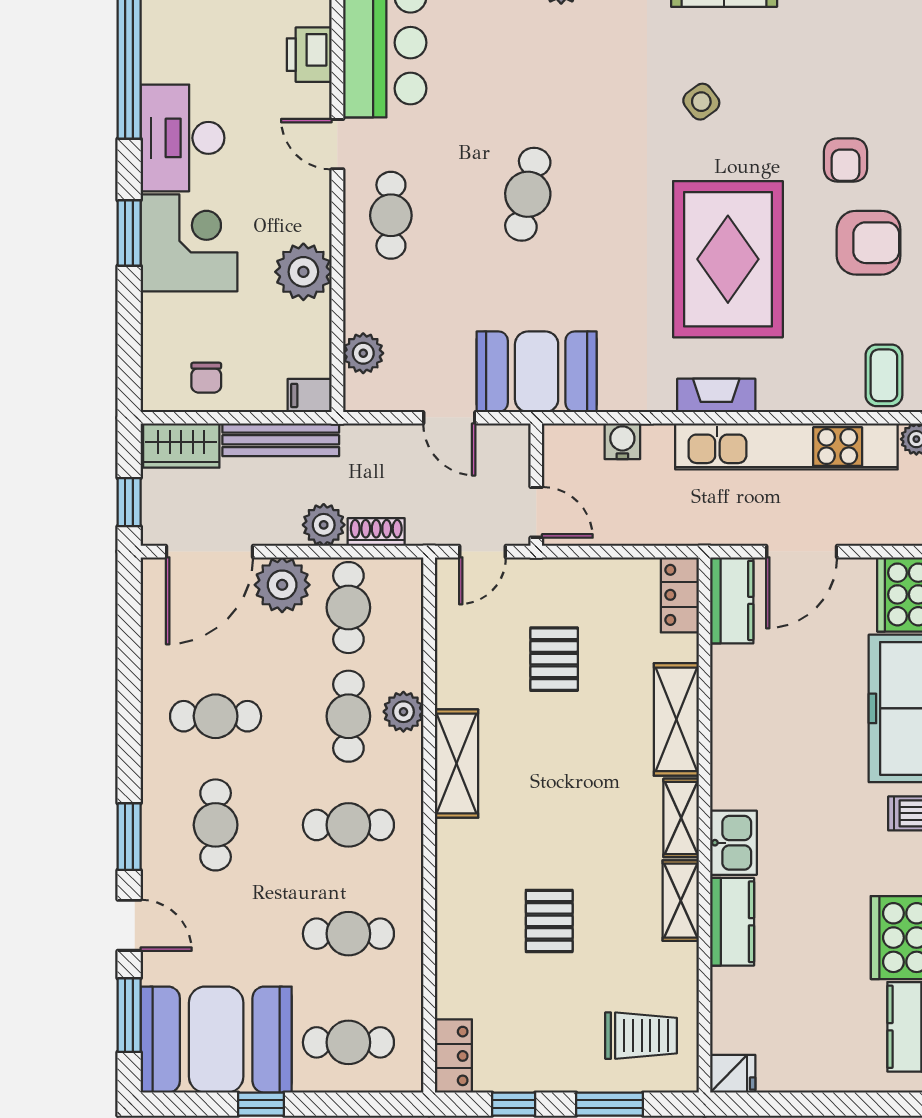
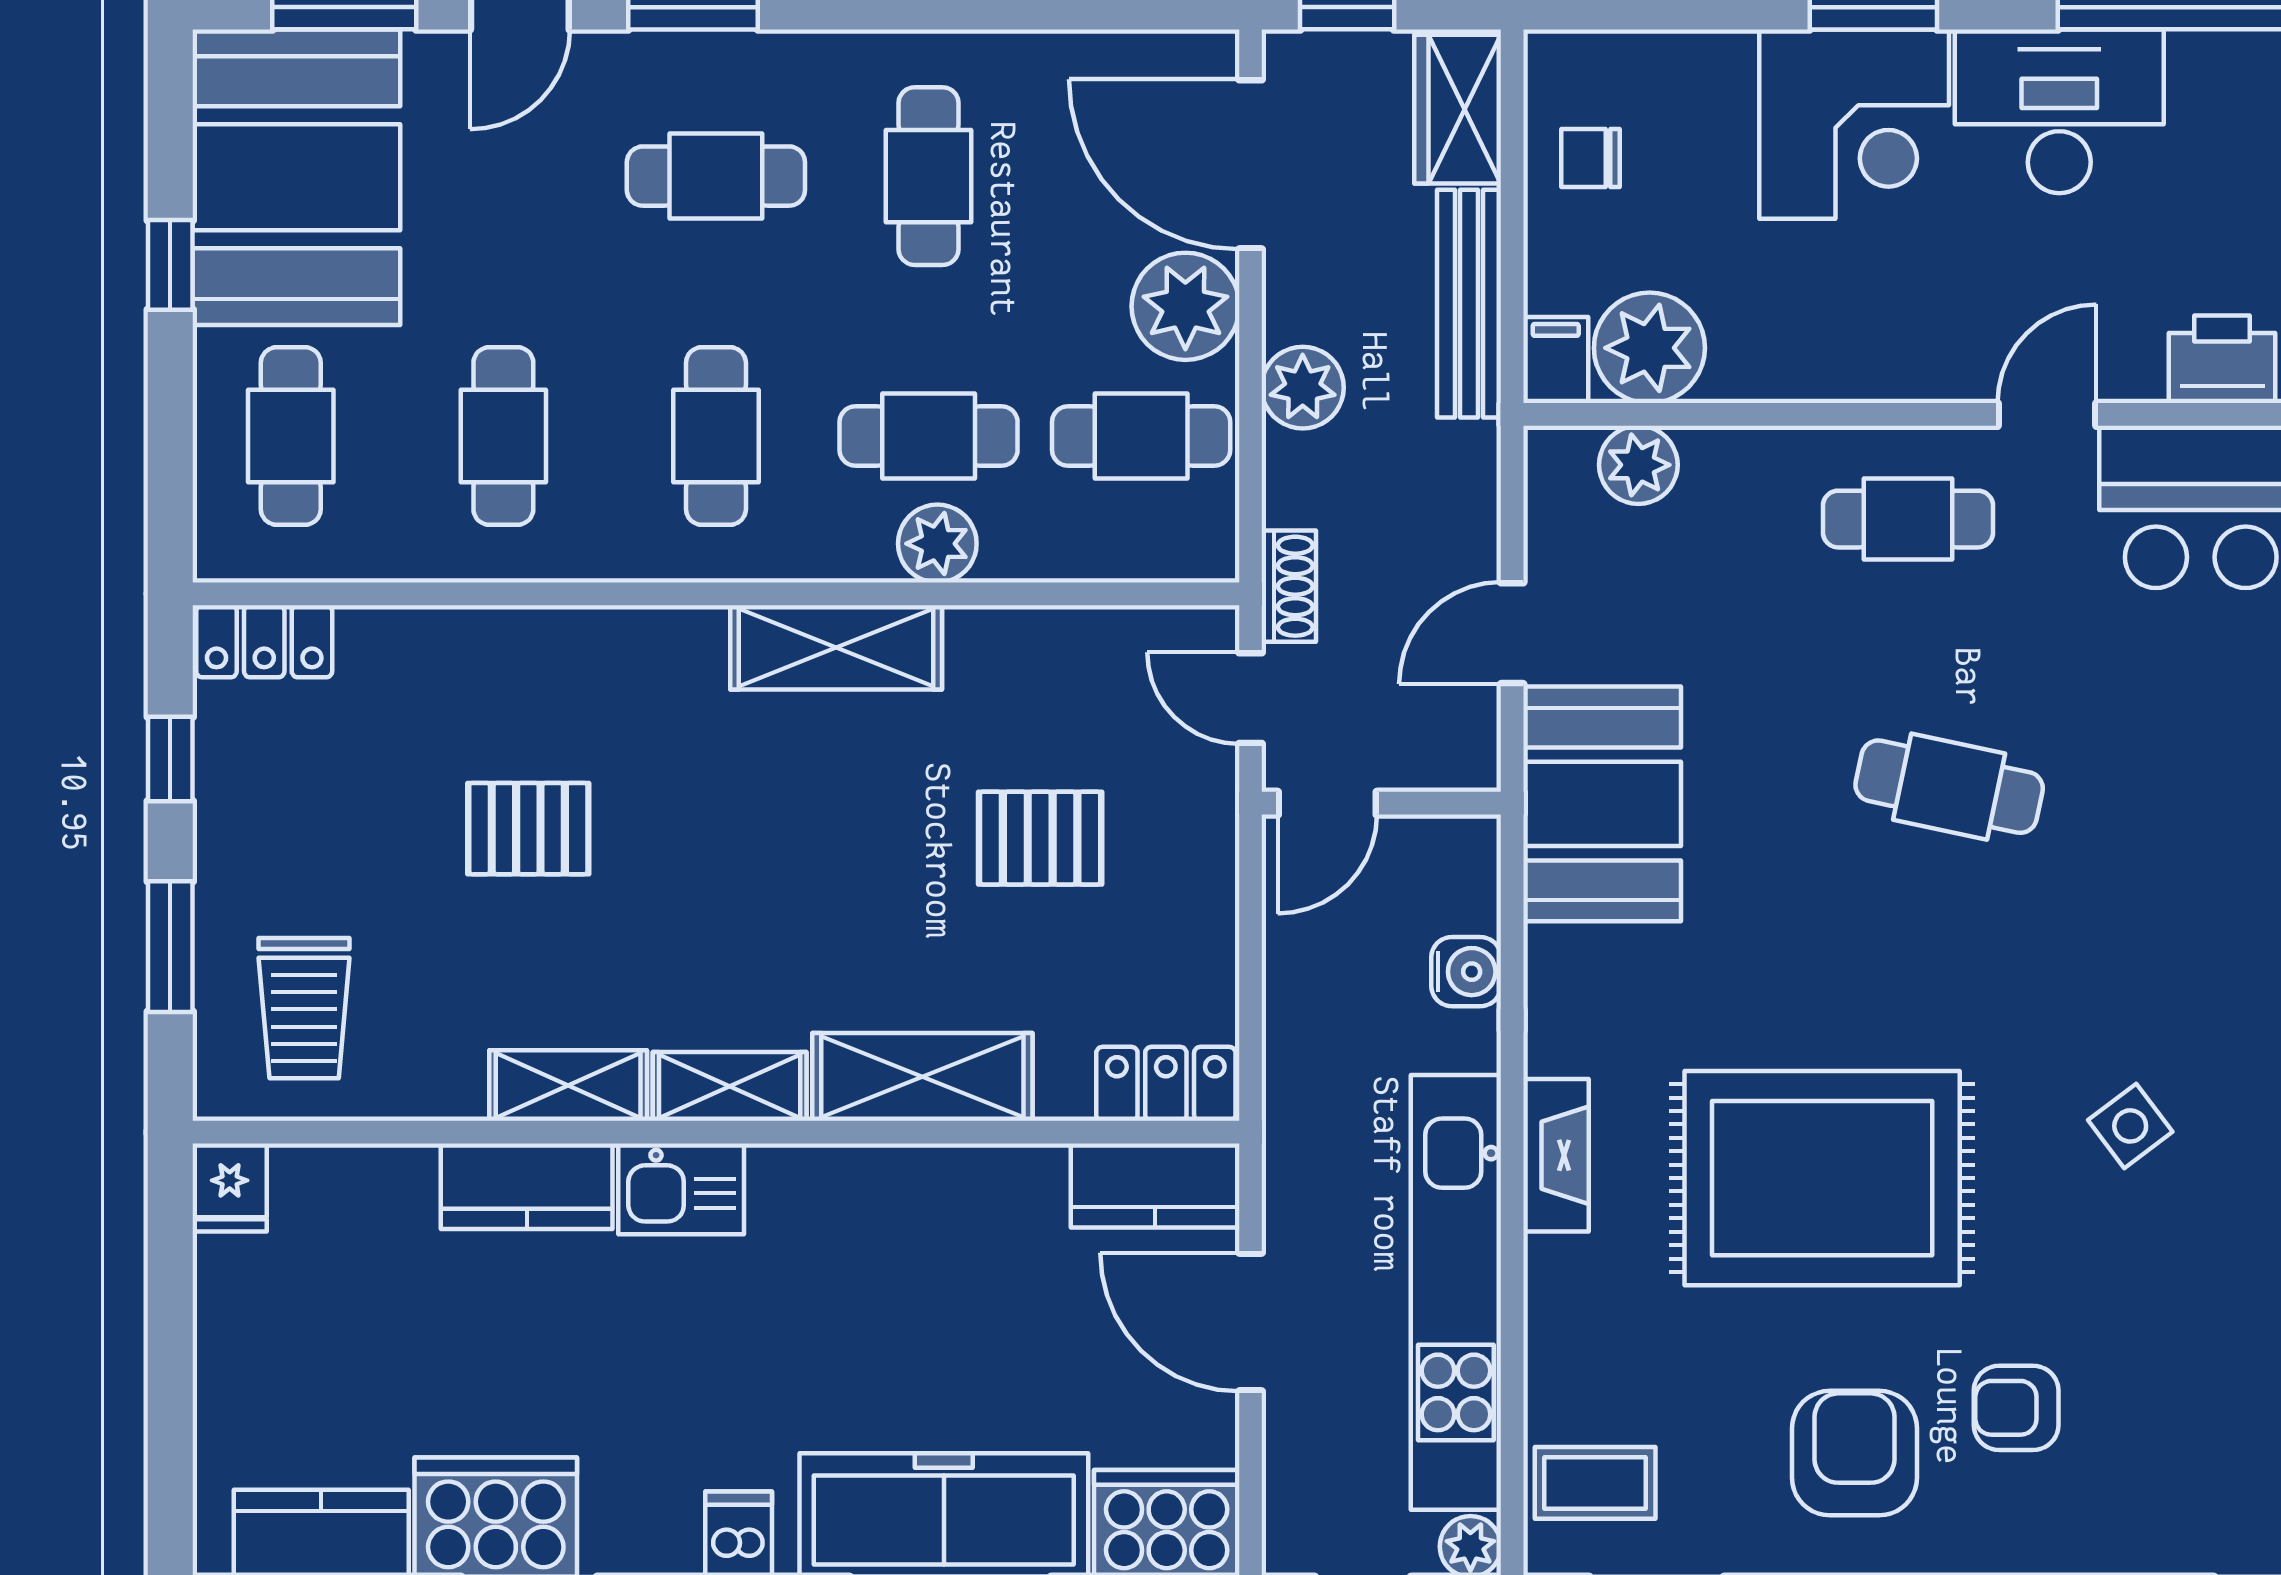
armchair: (869, 243) -> (1854, 1453), turned 180
plant: (303, 272) -> (1649, 348), moved
shoe rack: (376, 532) -> (1289, 586), moved

